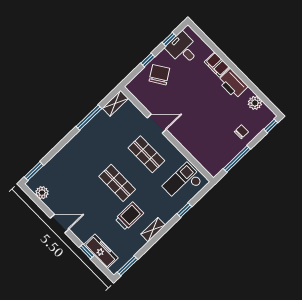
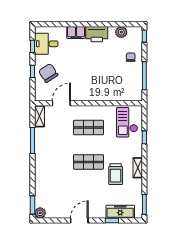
door: (157, 124) -> (61, 103), moved
plant: (42, 193) -> (40, 213), moved
trolley: (129, 216) -> (116, 174), turned 180

